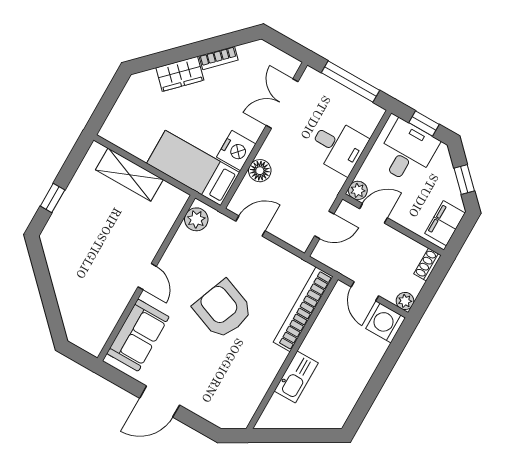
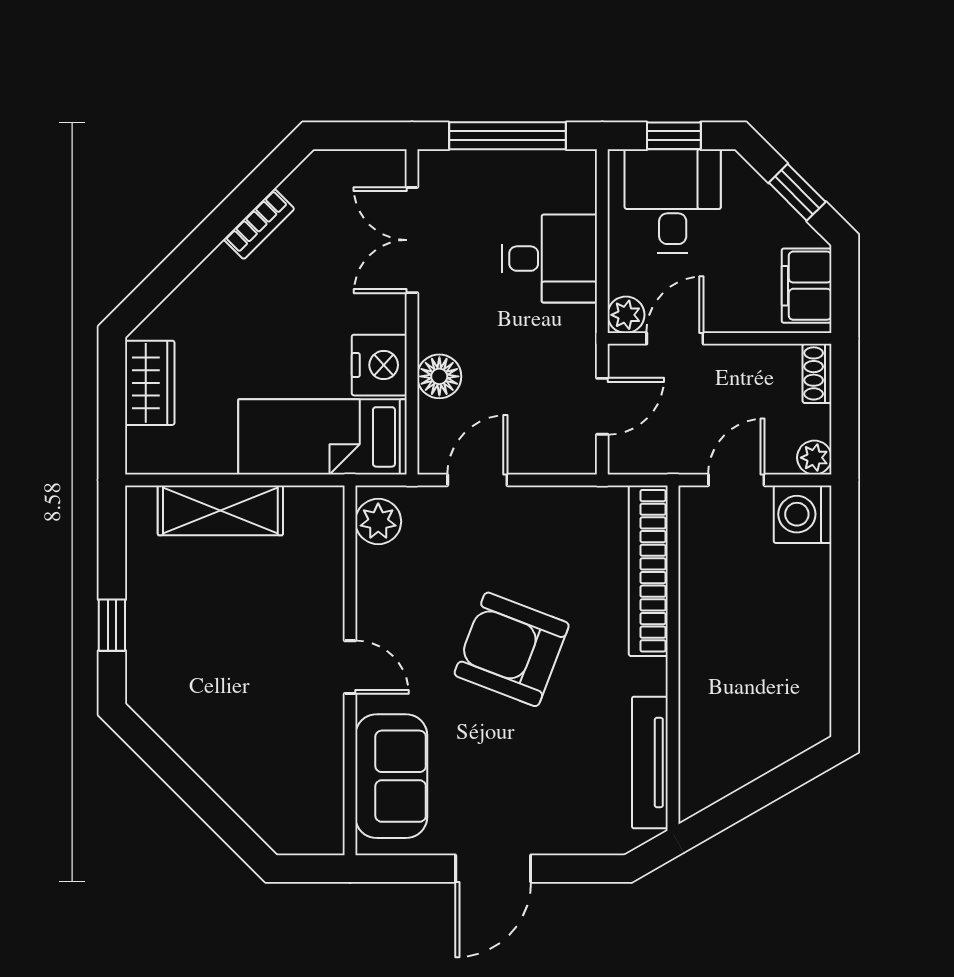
wardrobe: (180, 74) -> (150, 383), moved, turned -45
door: (365, 291) -> (736, 480), swing flipped
kitchen sink: (296, 377) -> (702, 693), removed
tv unit: (256, 394) -> (650, 762), added

